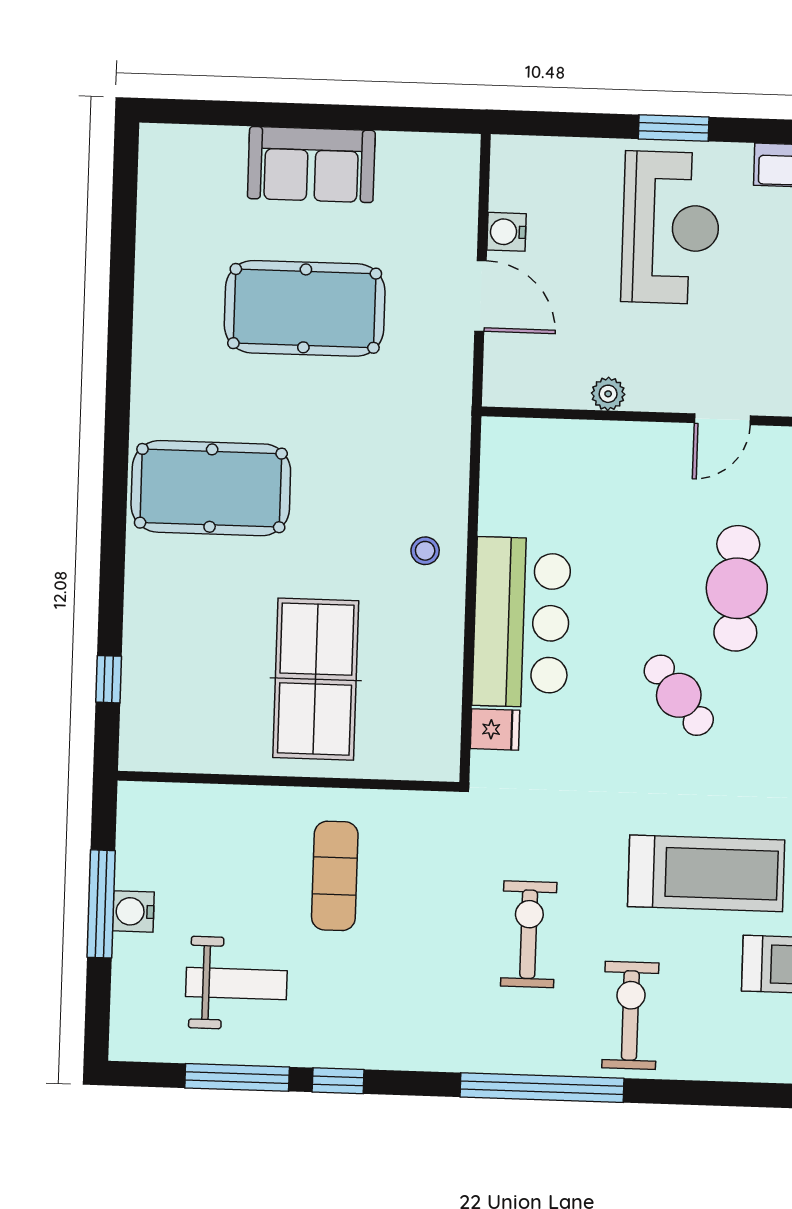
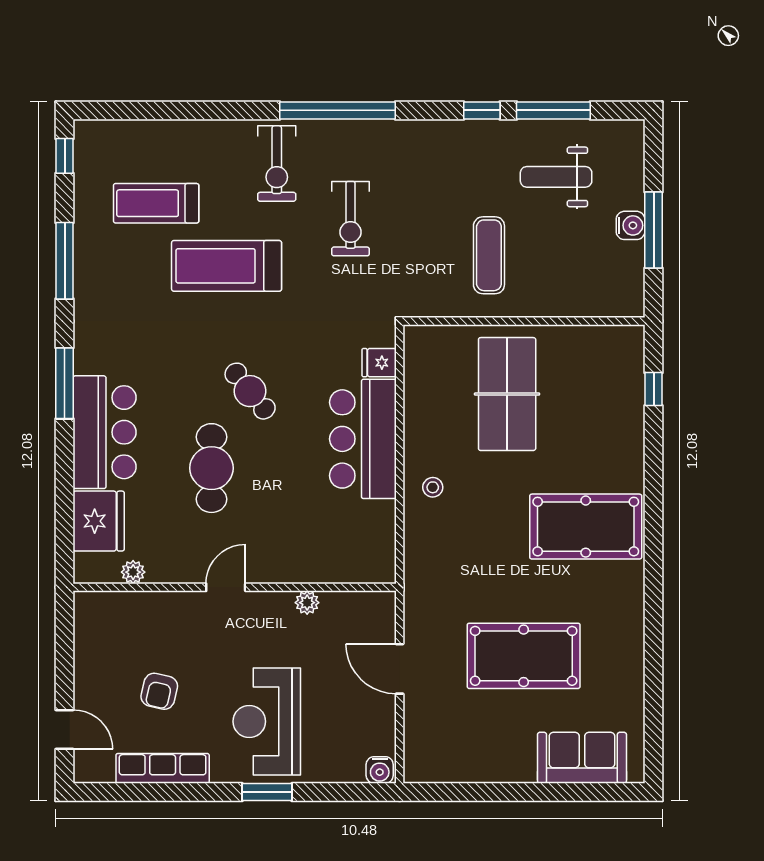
sofa: (311, 165) -> (582, 758), moved
water cooler: (507, 232) -> (380, 770), moved, turned 90

